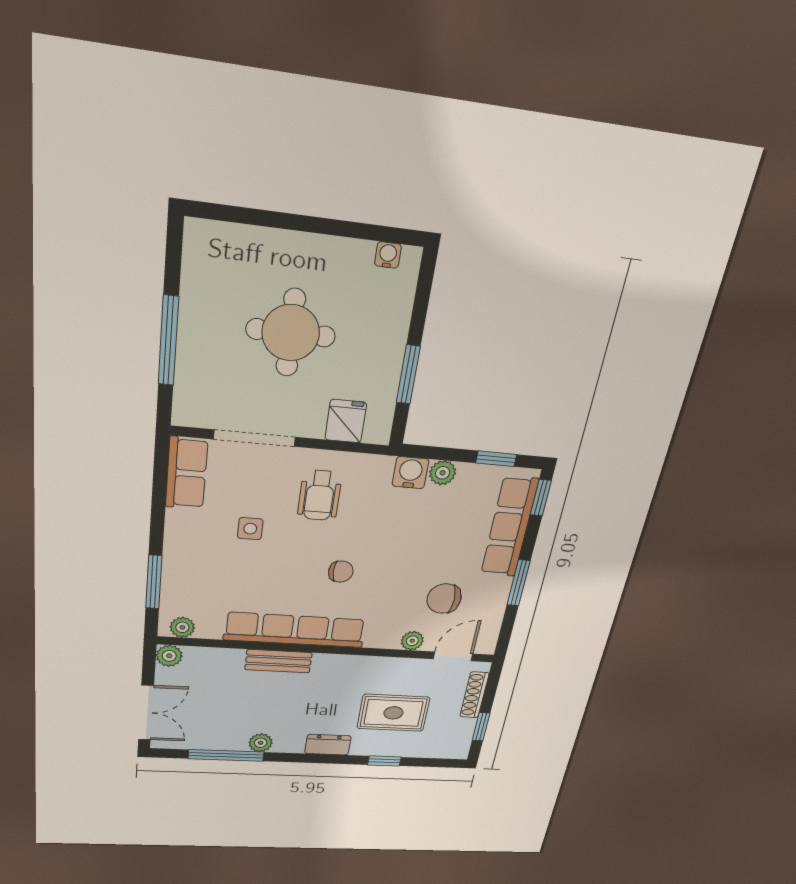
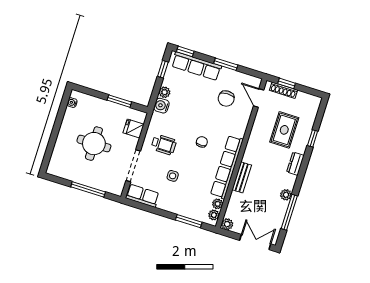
plant: (412, 641) -> (218, 204), moved
window: (481, 727) -> (287, 83), moved

